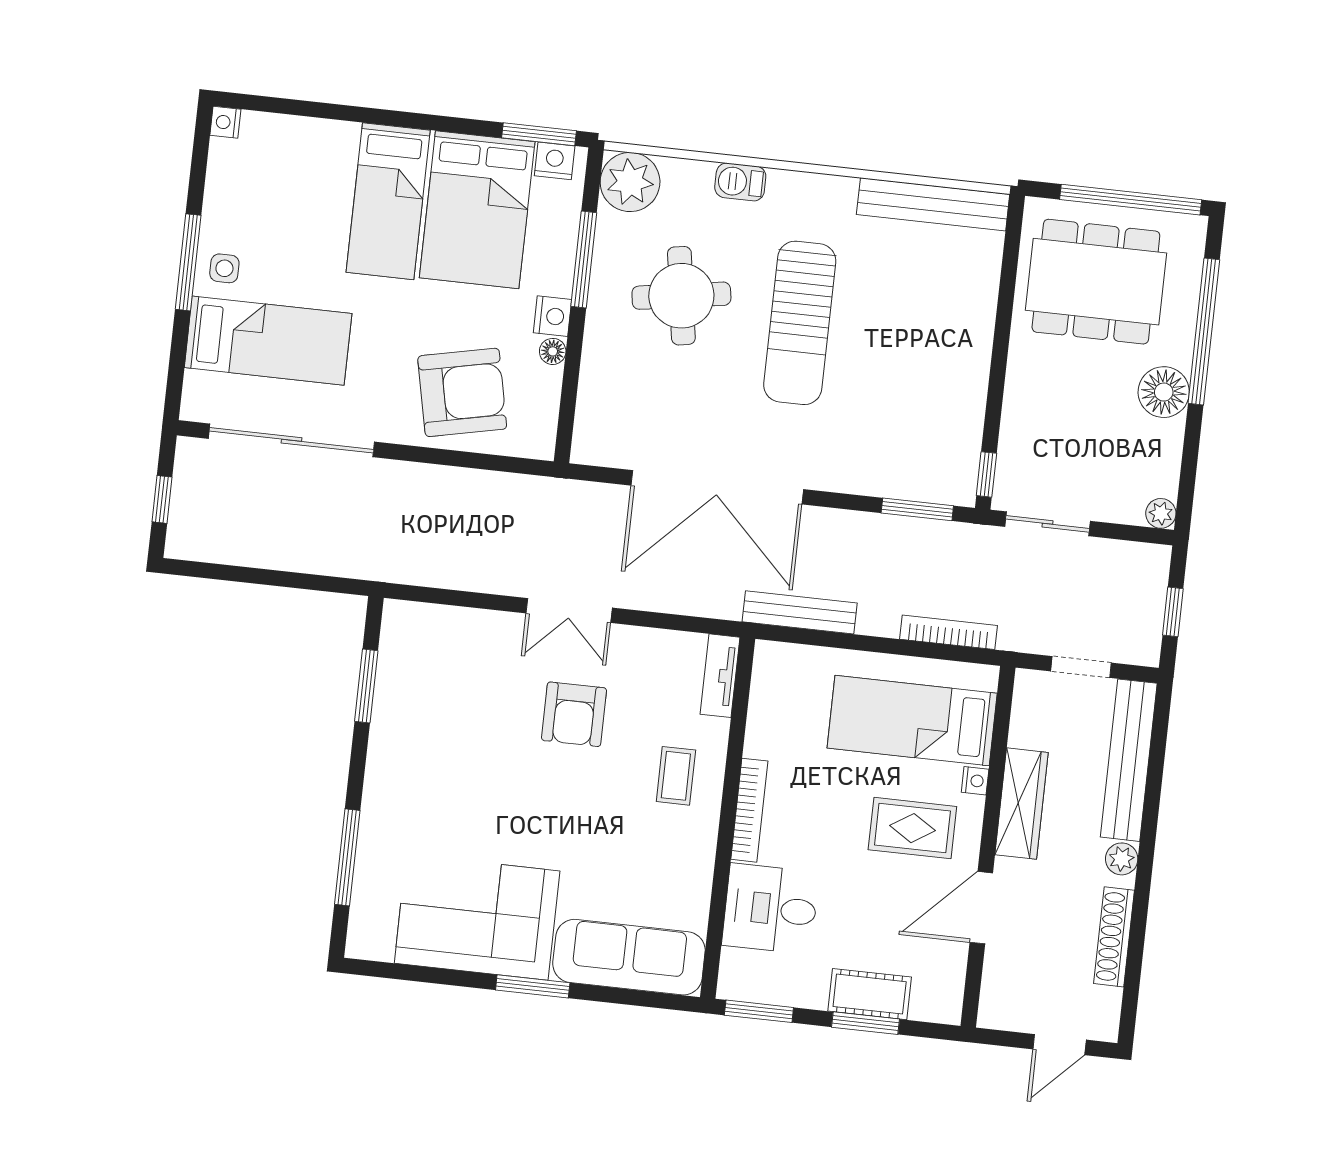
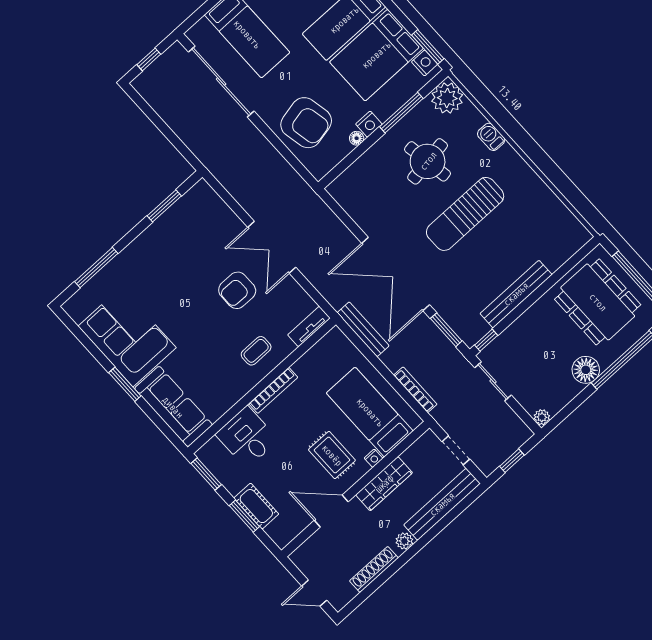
bench: (933, 204) -> (516, 294), moved, turned 90
double door: (717, 487) -> (396, 274), moved
double door: (569, 611) -> (272, 247), width x1.37

